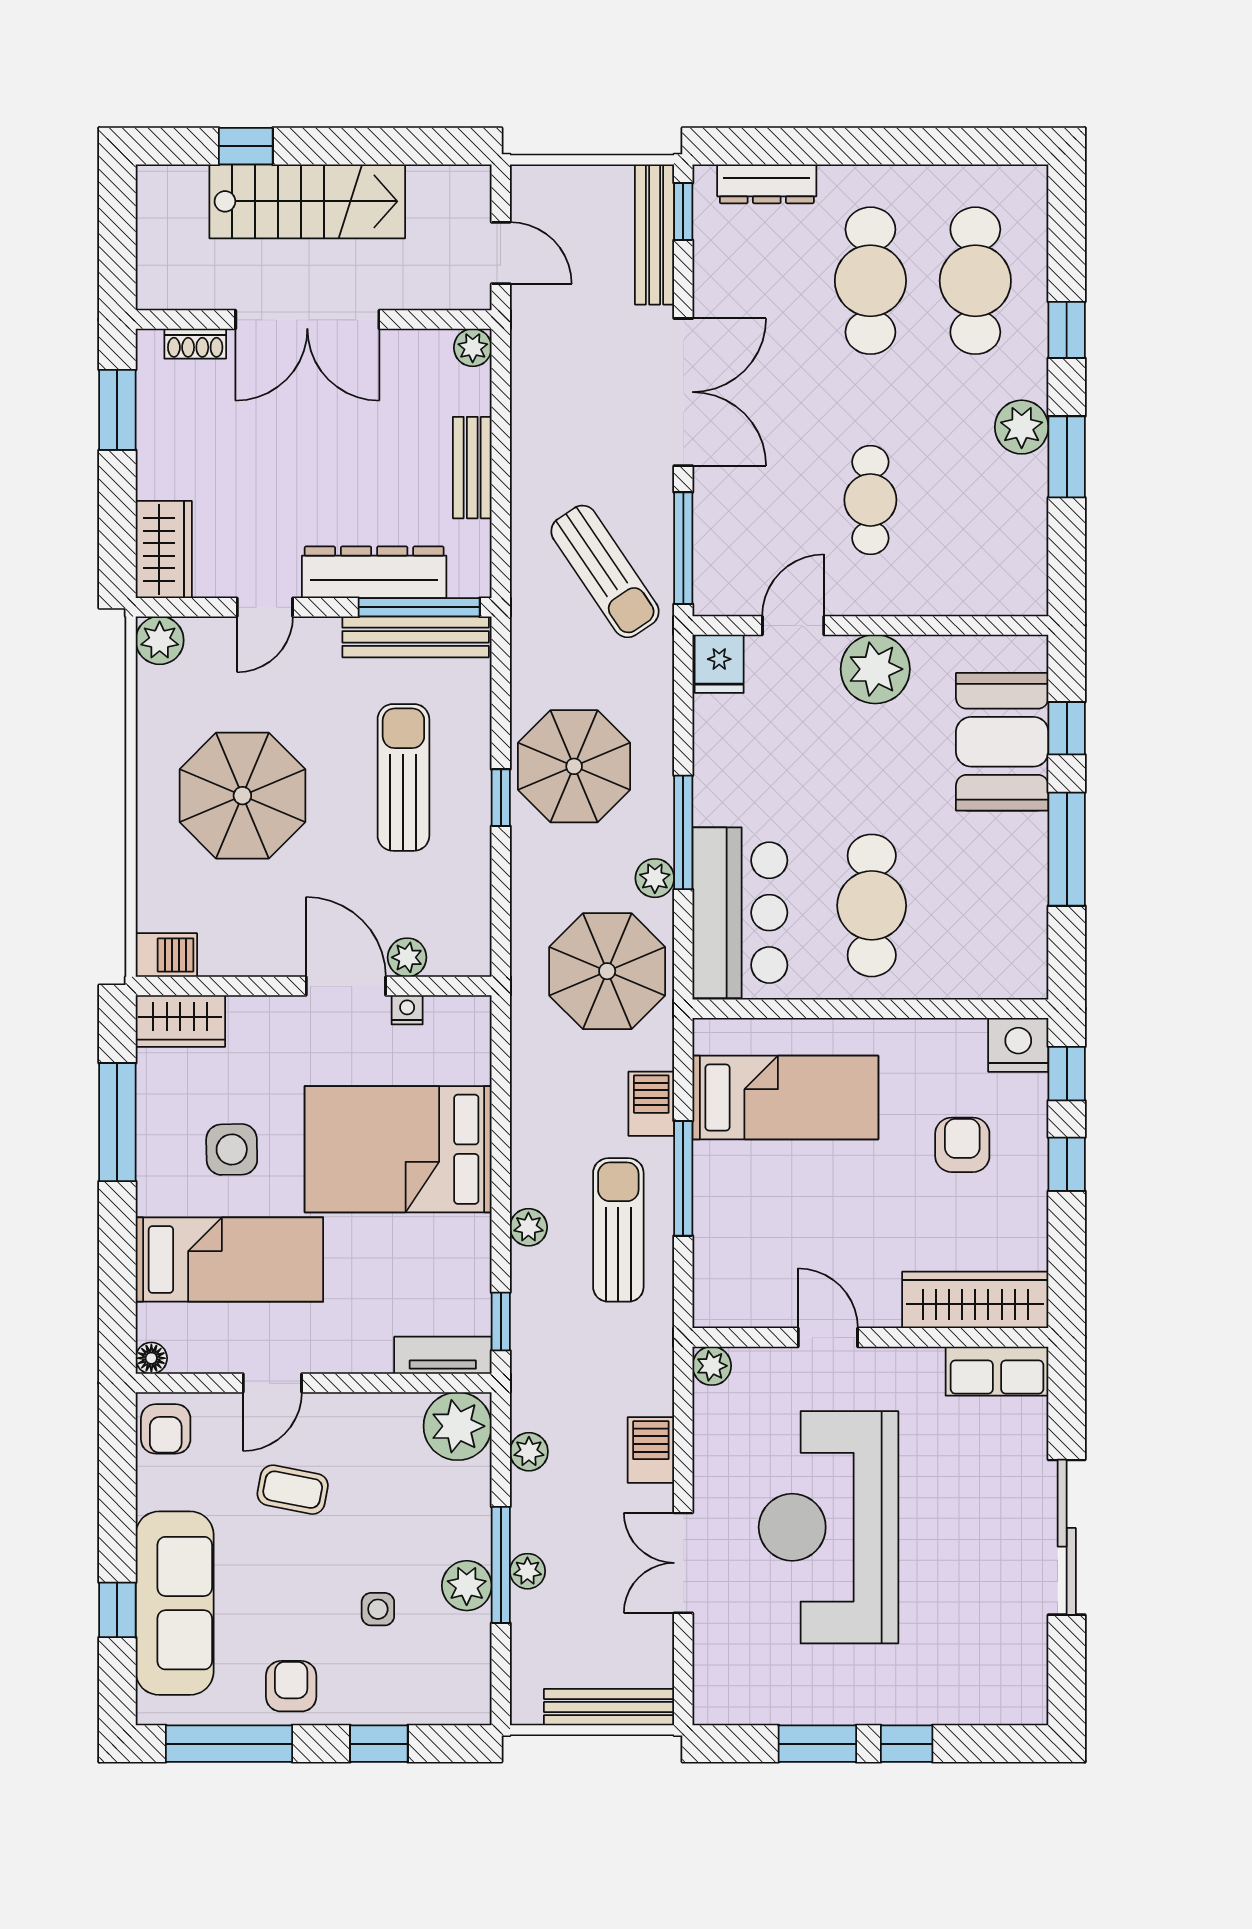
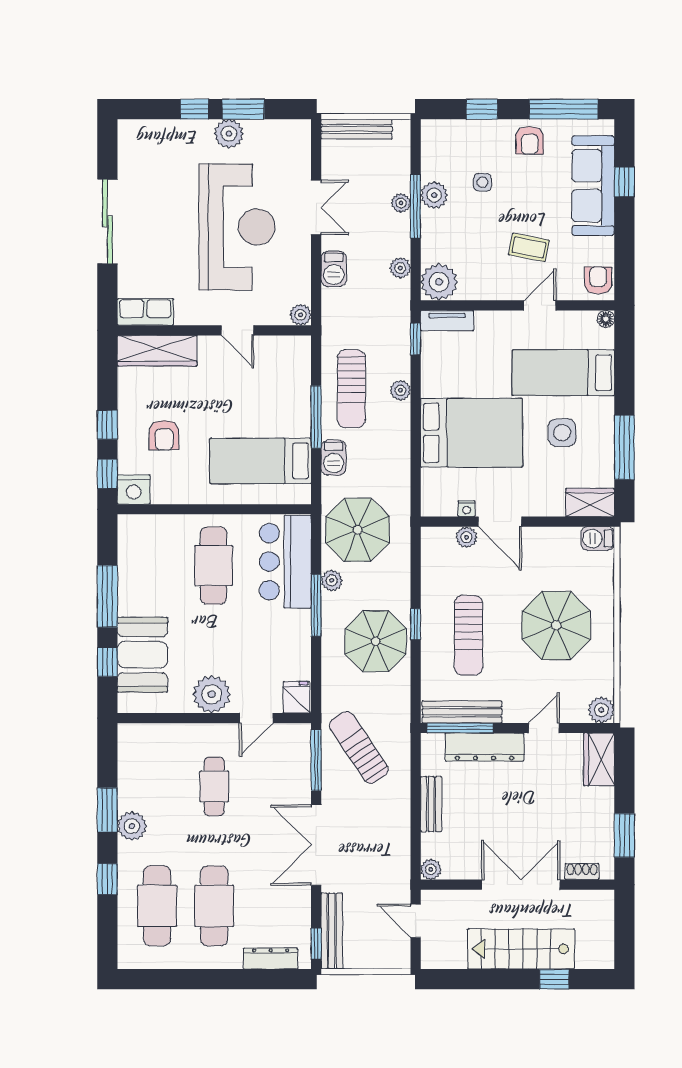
plant: (844, 1699) -> (229, 134), added

